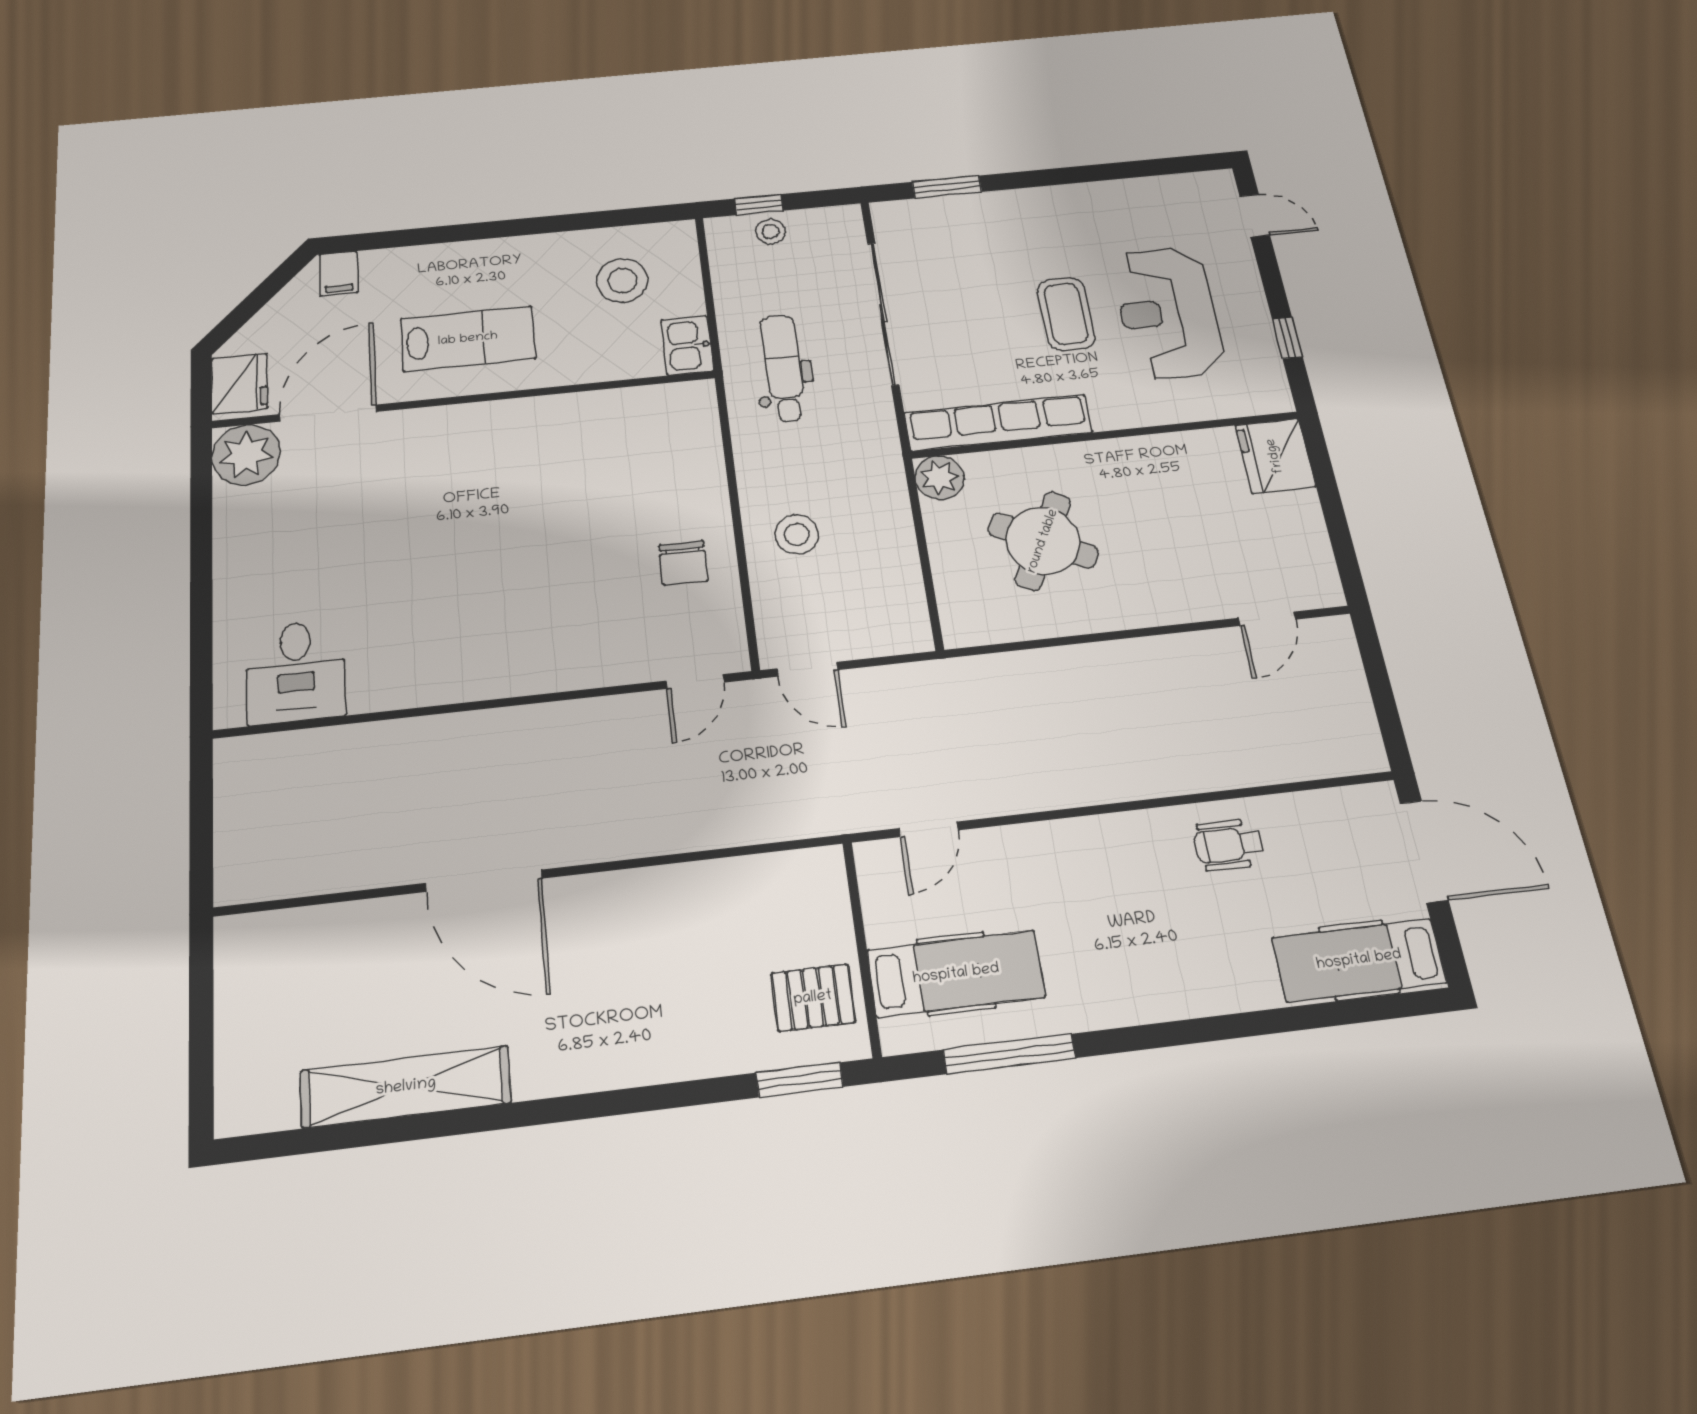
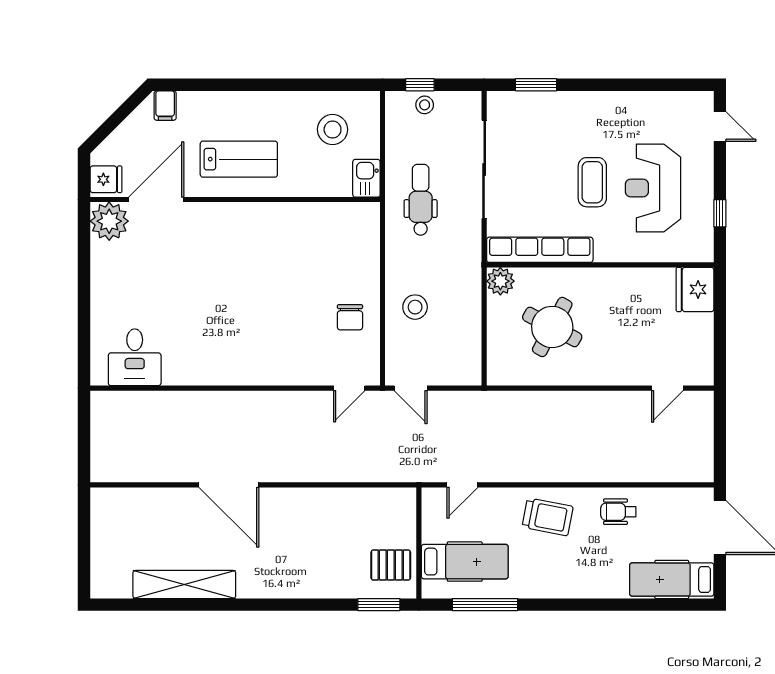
fridge: (239, 383) -> (106, 179), width x0.72
trolley: (1099, 870) -> (548, 517), added

